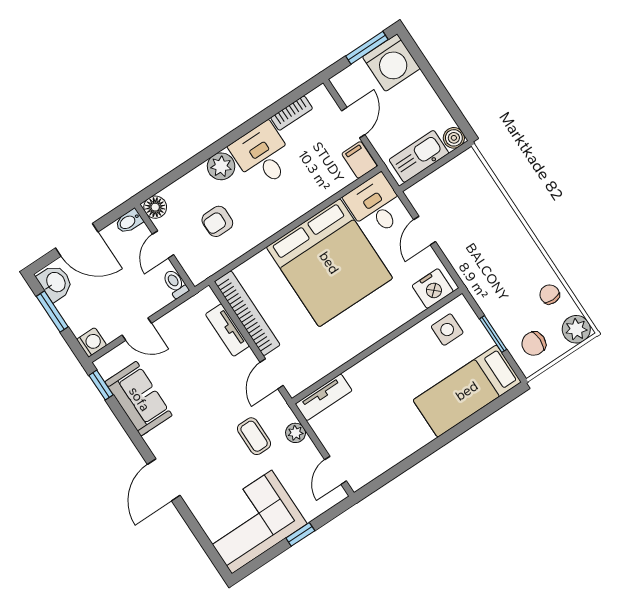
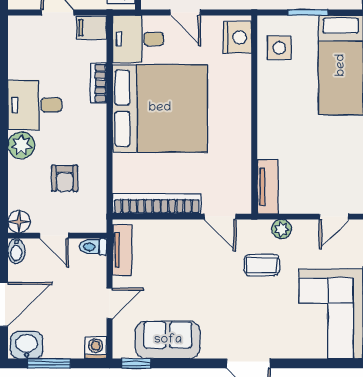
bookcase: (292, 113) -> (99, 83), moved, turned 180
tv unit: (227, 330) -> (122, 250), moved, turned -90
door: (335, 470) -> (334, 217), hinge flipped

